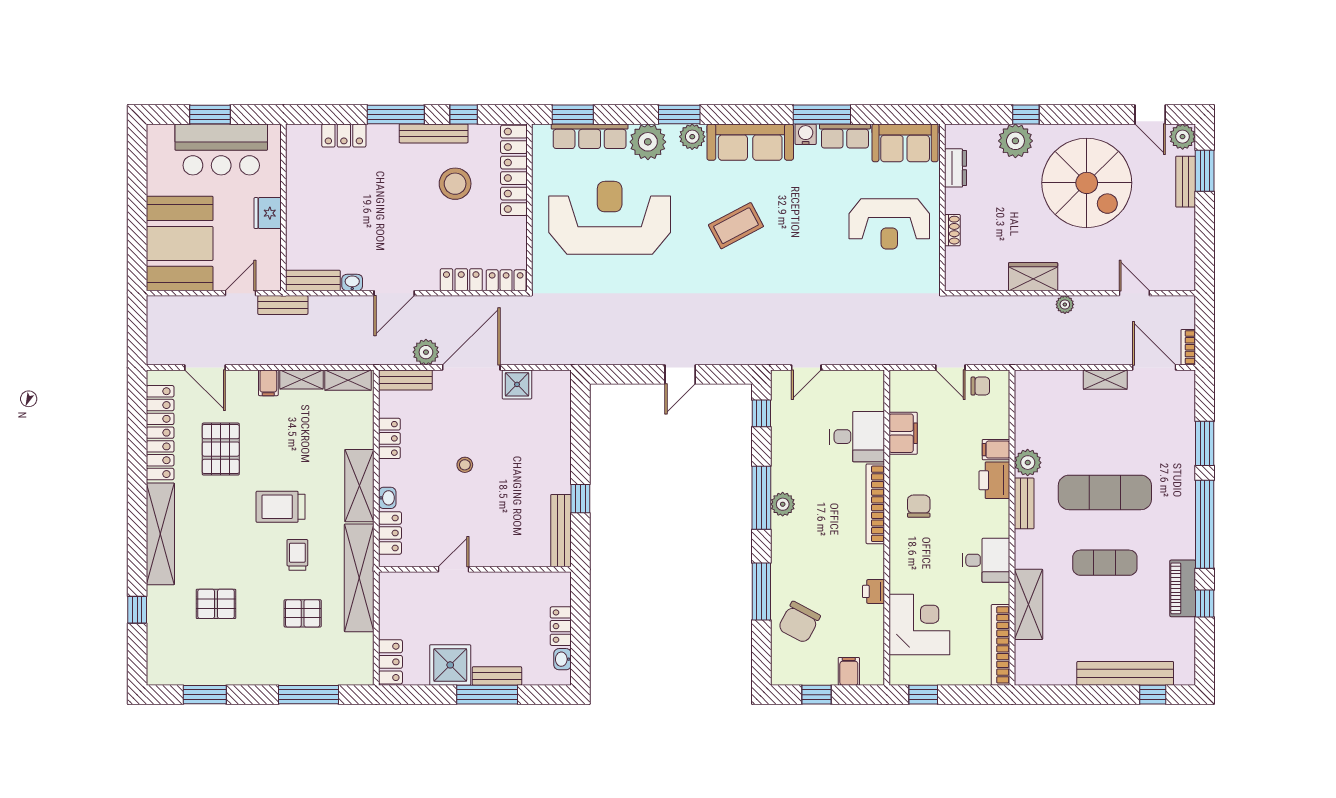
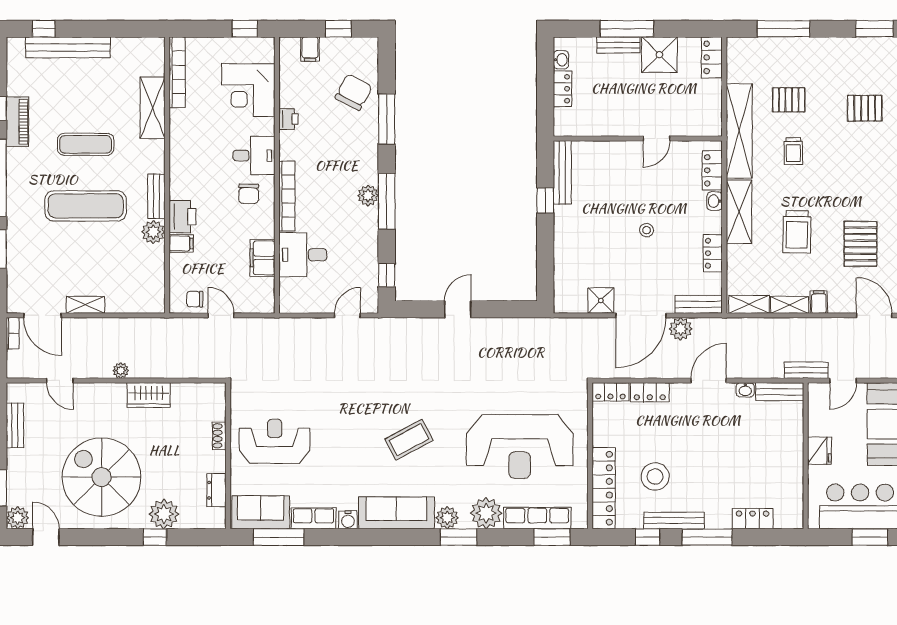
window: (822, 114) -> (279, 537), moved
bench: (1186, 182) -> (15, 425), moved
trolley: (281, 507) -> (797, 232), moved, turned 91
desk: (986, 560) -> (254, 156), moved, turned 180

